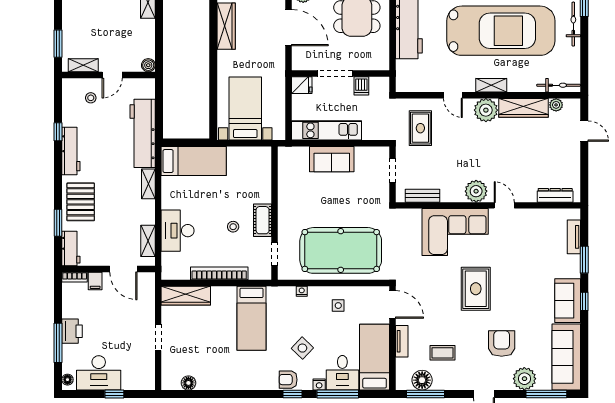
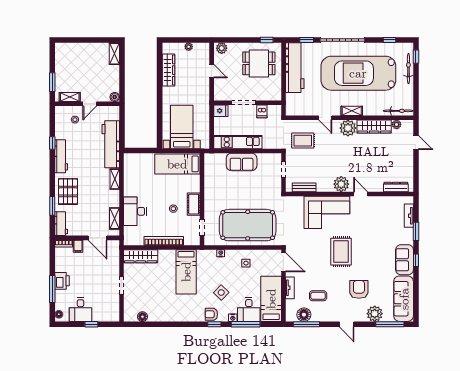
door: (289, 28) -> (212, 71), width x0.53
car: (501, 31) -> (358, 73), turned 180
rug: (420, 128) -> (303, 141), turned 90
bed: (194, 161) -> (177, 164), moved, turned 180
desk: (99, 373) -> (80, 310), width x0.73

